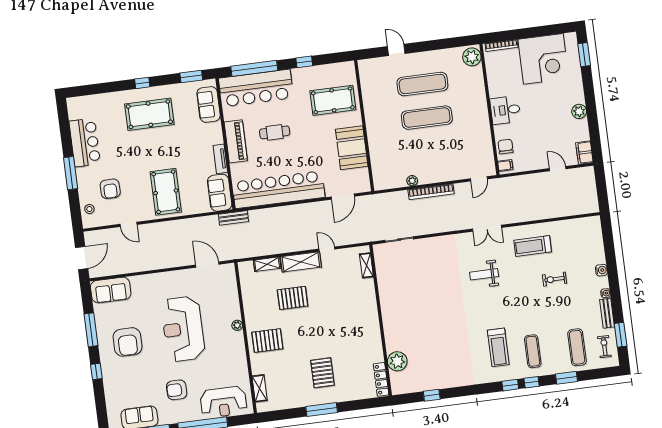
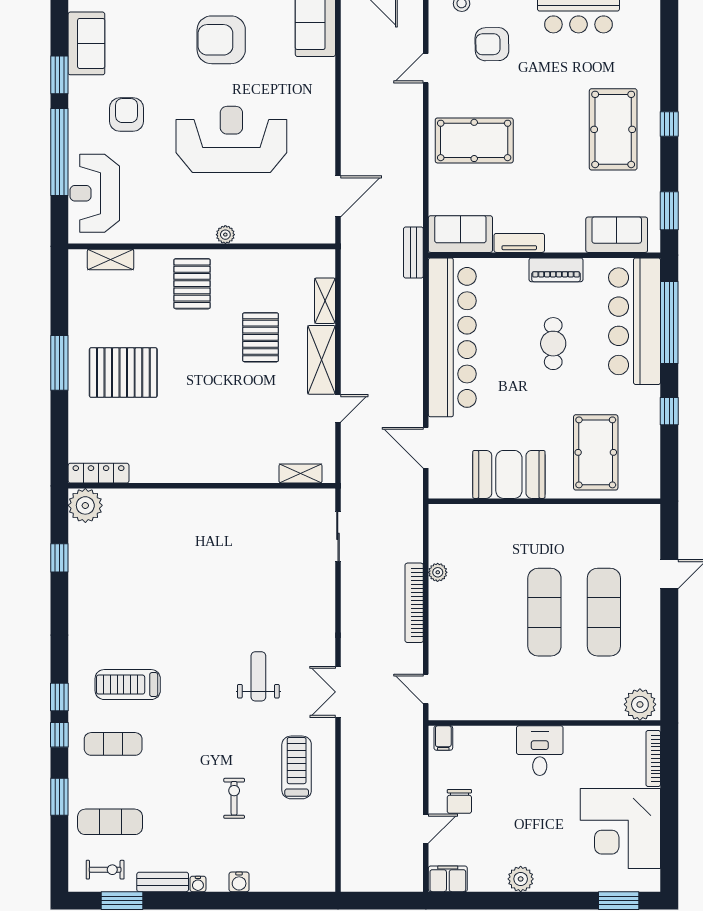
piano: (236, 141) -> (556, 270), width x0.73, depth x0.75
chair: (505, 147) -> (459, 801), moved, turned 90
plant: (397, 361) -> (85, 505), moved
pallet: (322, 373) -> (123, 373), width x1.37, depth x1.41

